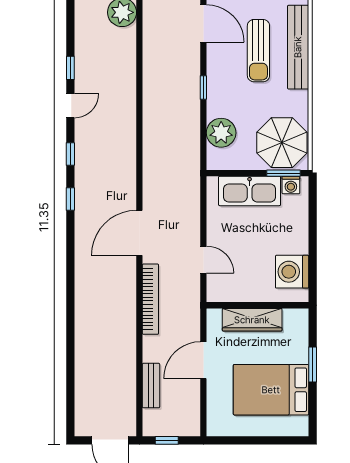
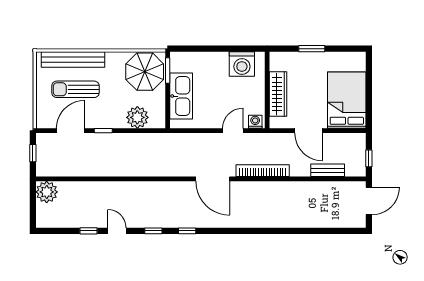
door: (203, 23) -> (71, 131), moved
sun lounger: (258, 51) -> (75, 89), turned 180
washing machine: (291, 185) -> (255, 122), moved, turned -90
bed: (271, 390) -> (347, 100), moved, turned 180

